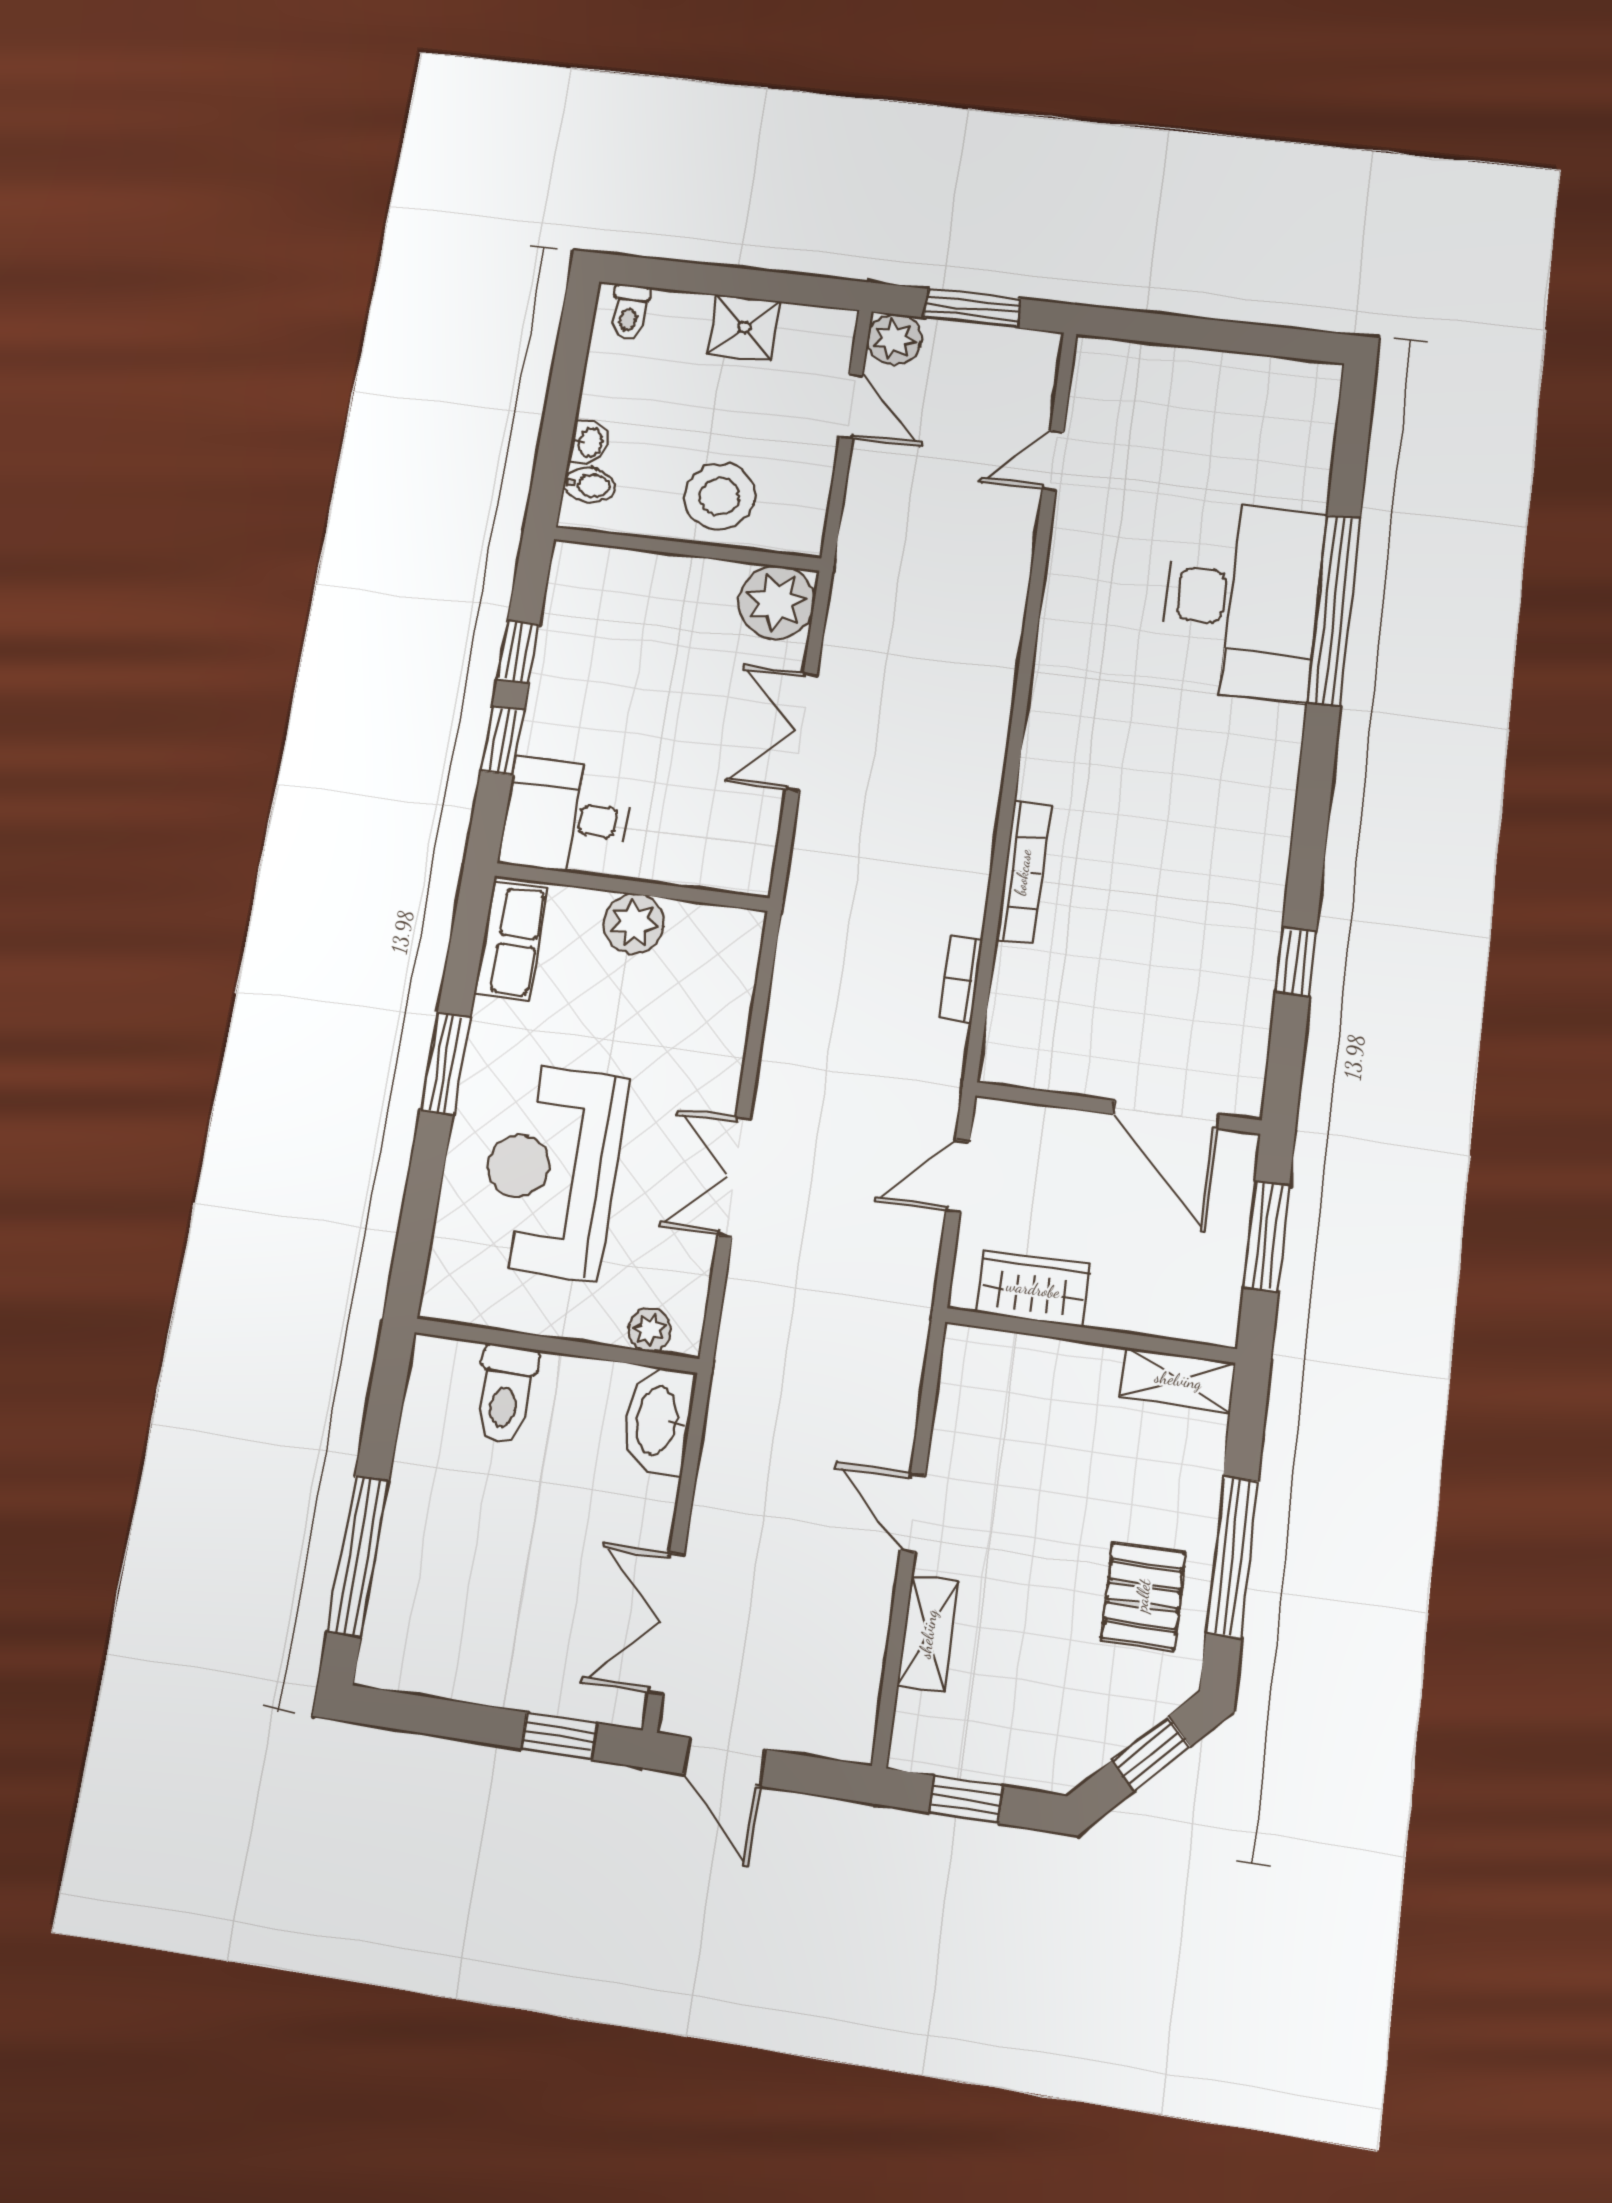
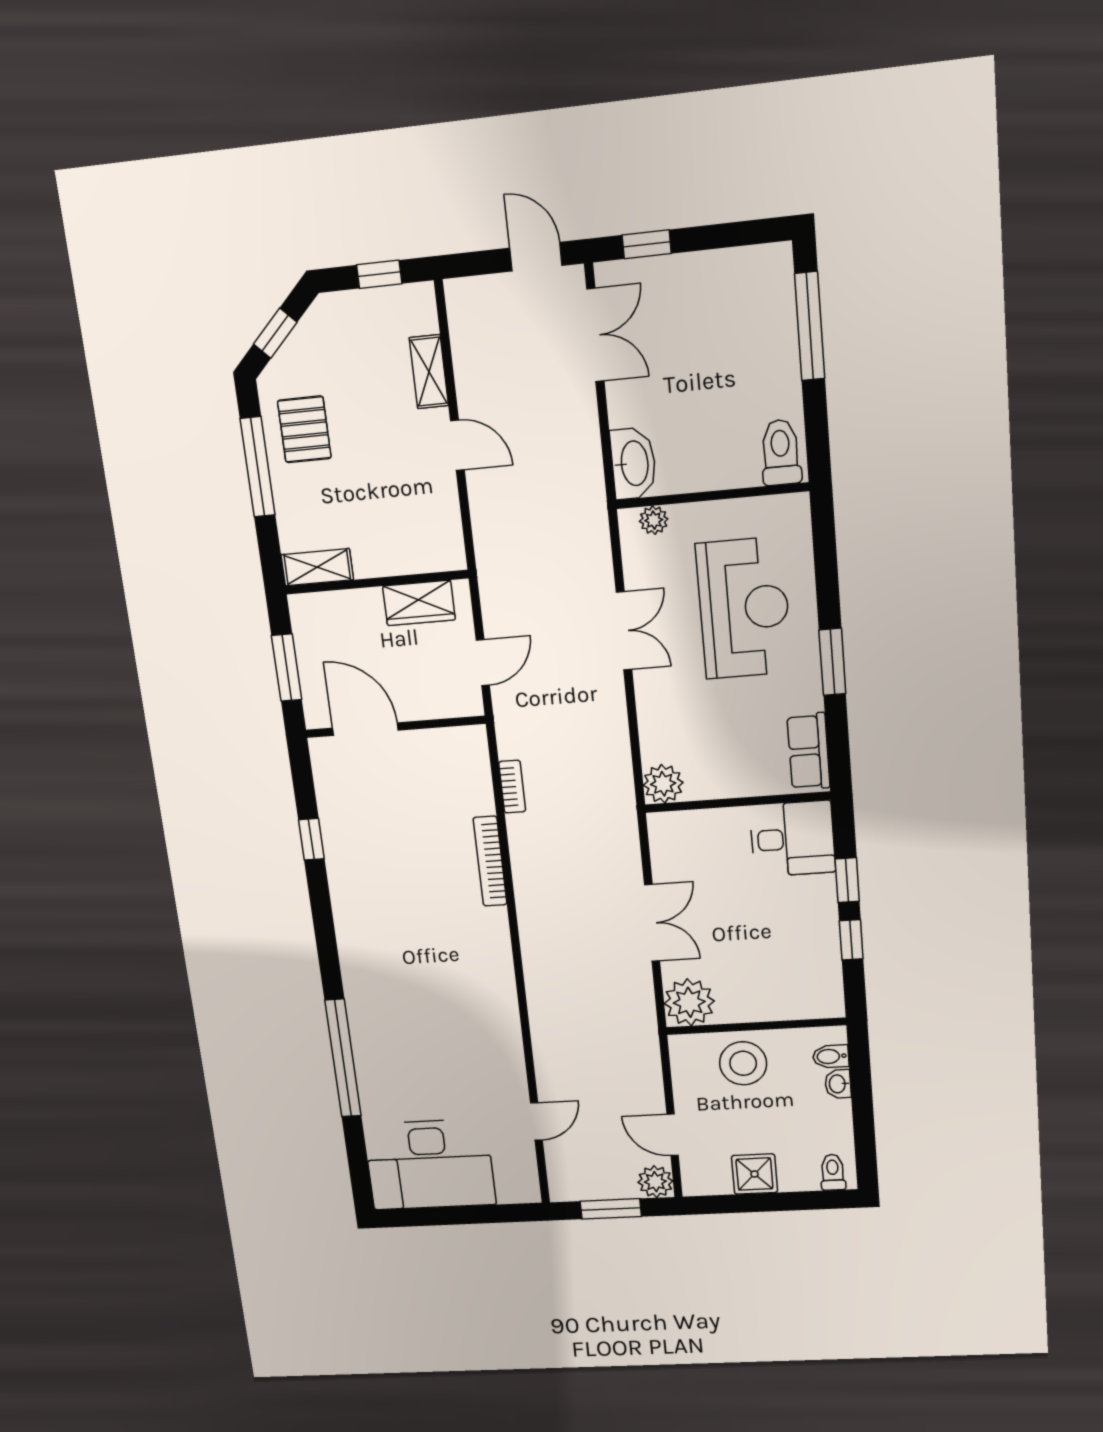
desk: (1242, 600) -> (430, 1165), moved, turned -90
plant: (634, 924) -> (663, 784), moved
toilet: (505, 1394) -> (781, 452), moved

